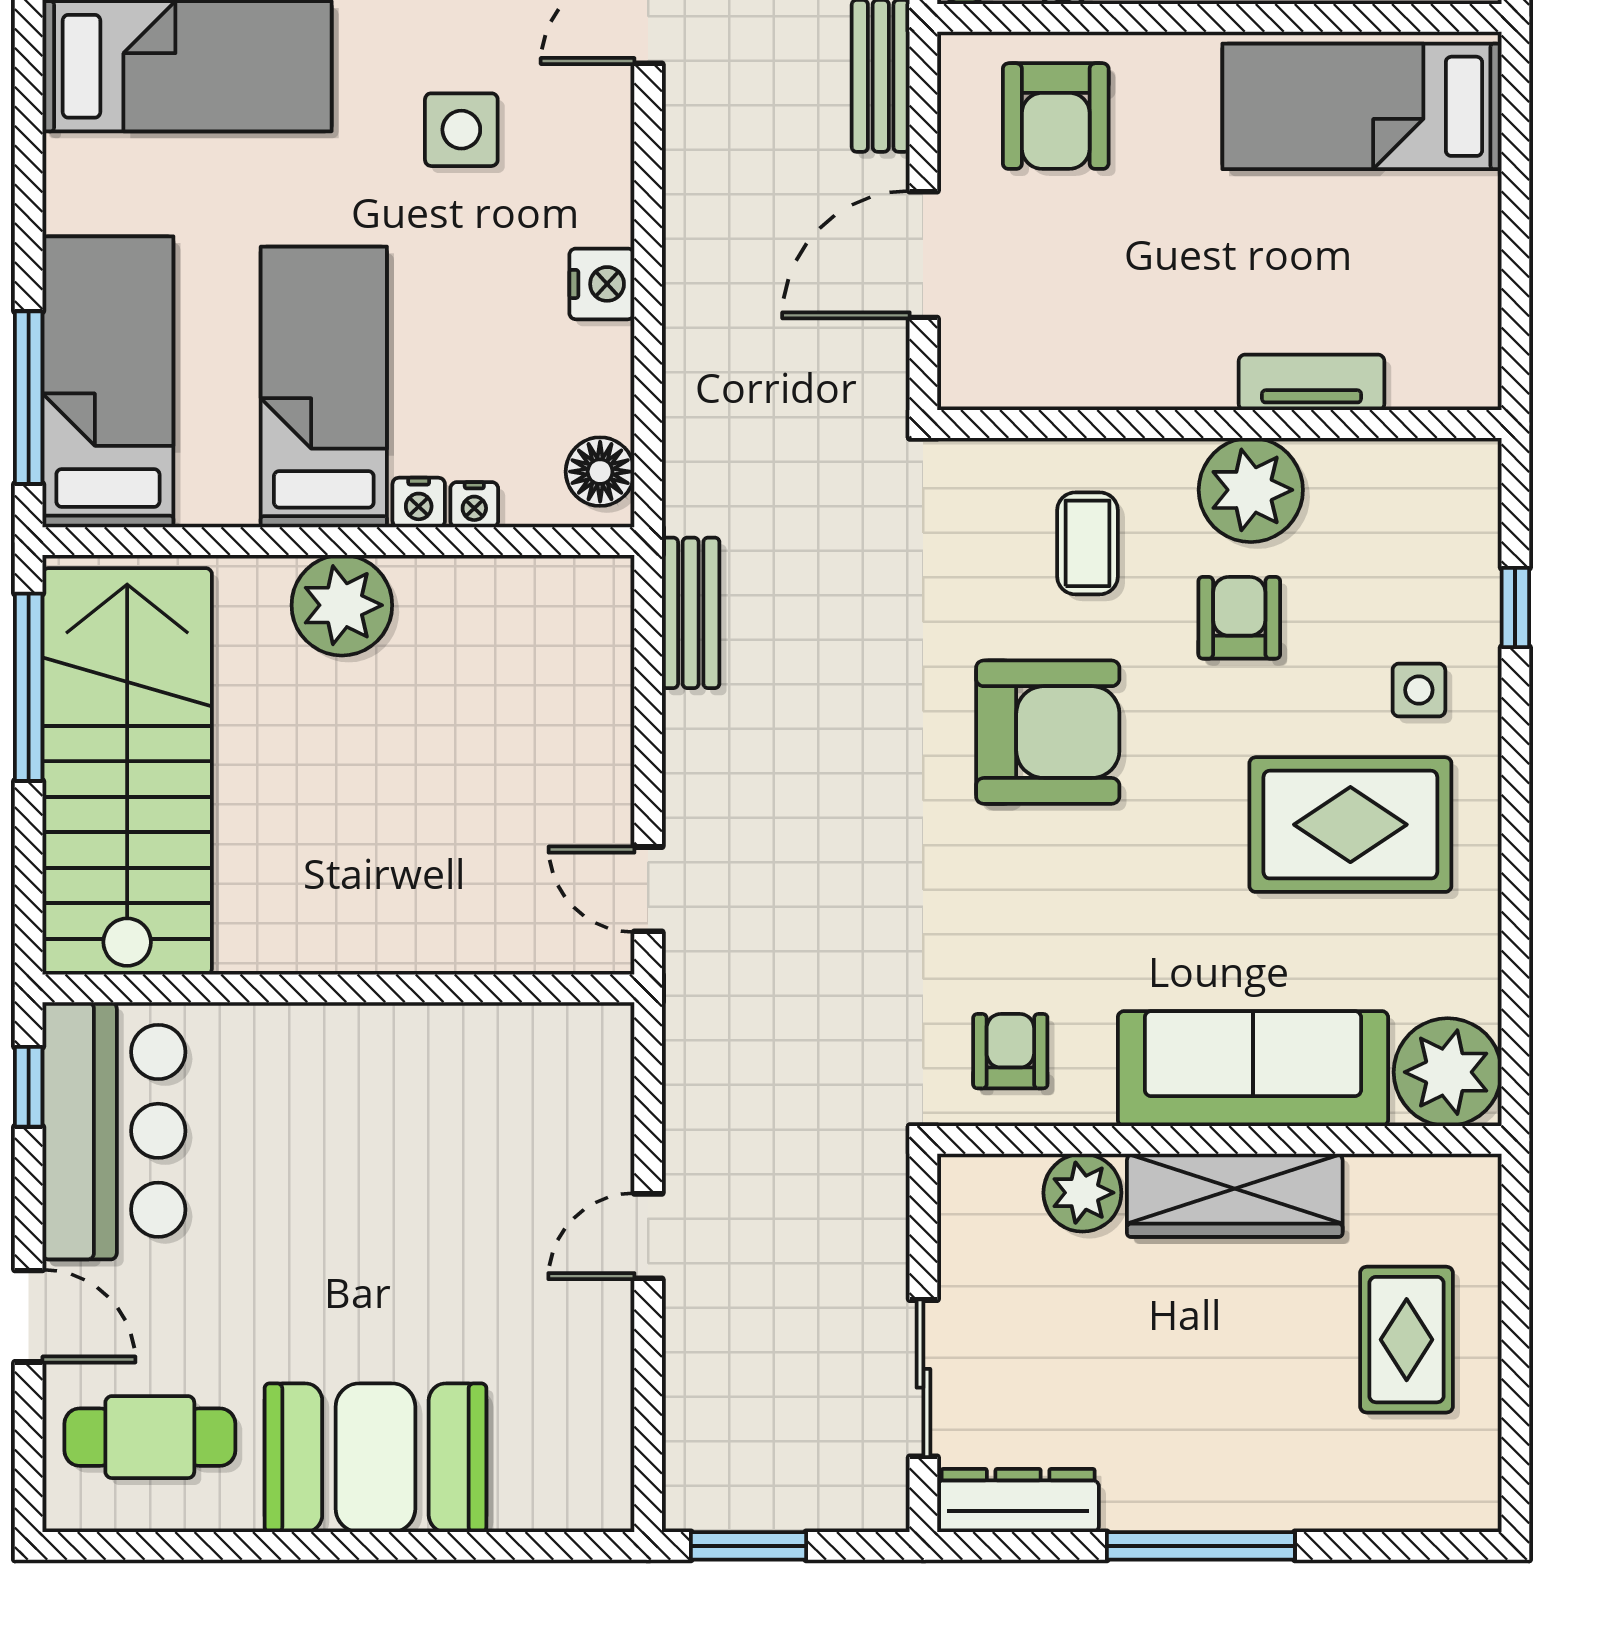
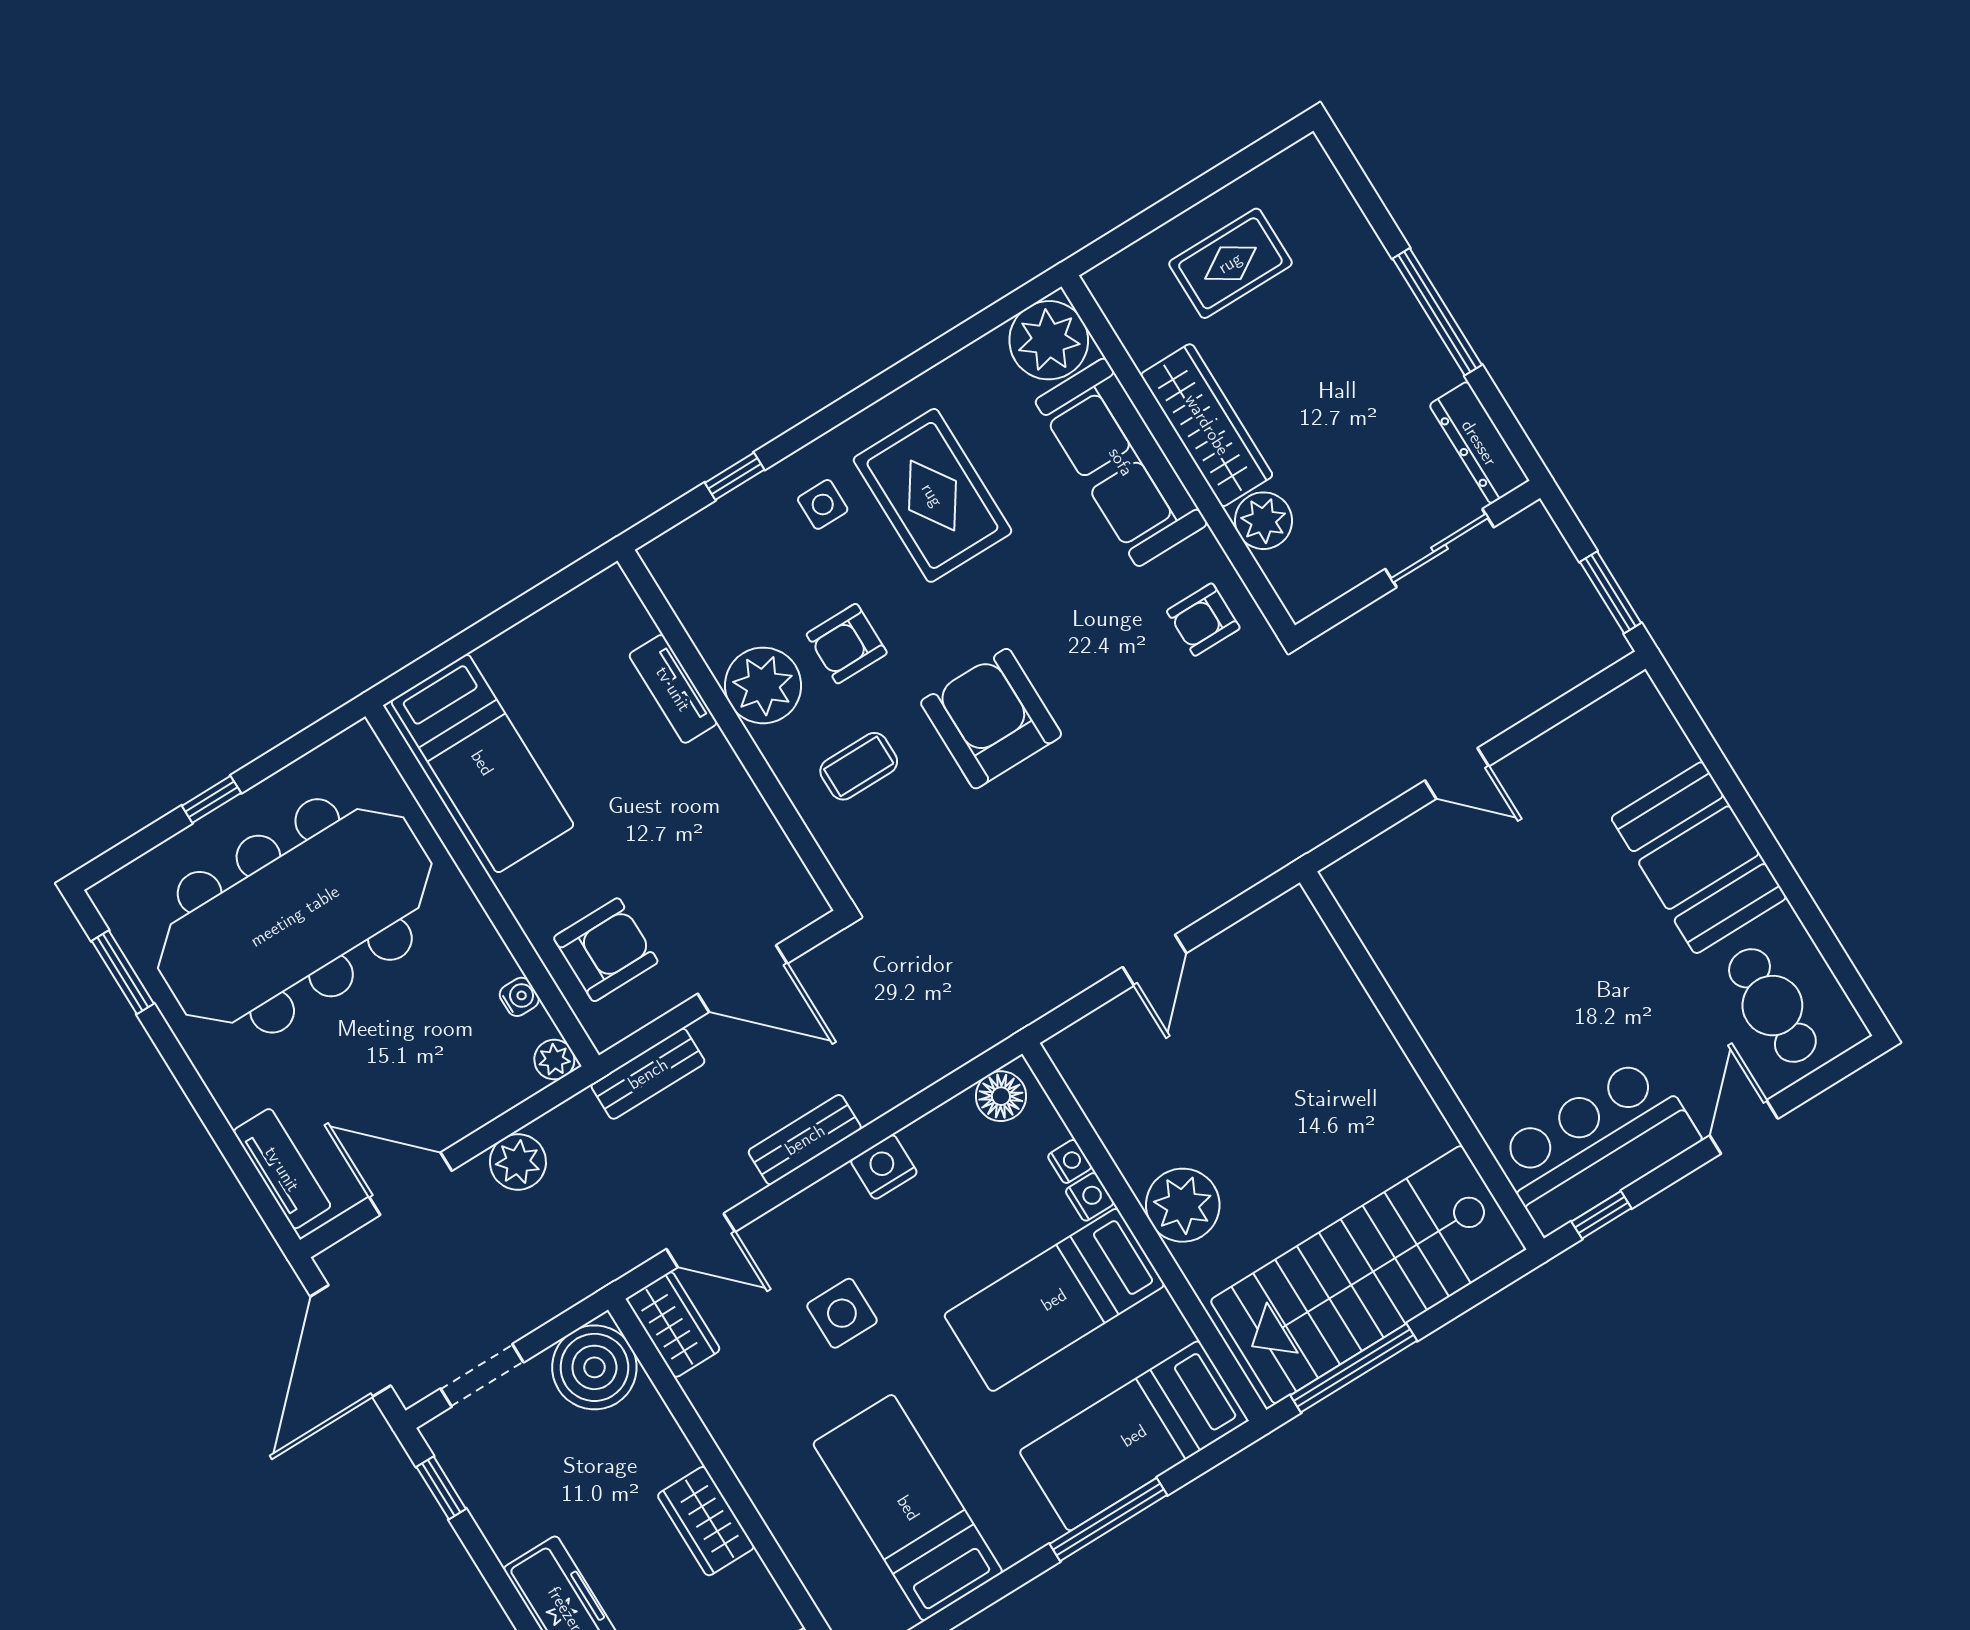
window: (29, 398) -> (1108, 1519), moved
bench: (691, 613) -> (805, 1140), moved
door: (648, 889) -> (1155, 960), moved

